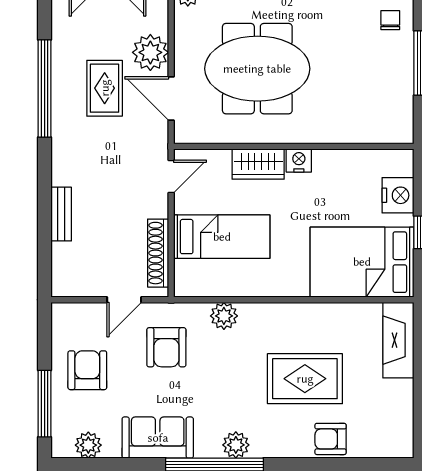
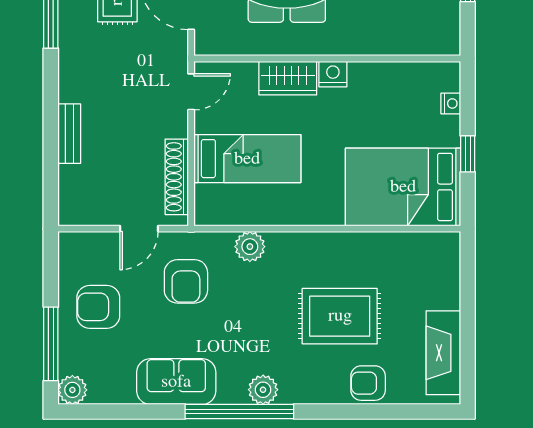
nightstand: (398, 195) -> (451, 103), width x0.53, depth x0.56
fireplace: (398, 340) -> (443, 353), moved
armchair: (87, 370) -> (98, 307), turned -90
plant: (88, 445) -> (72, 390), moved

